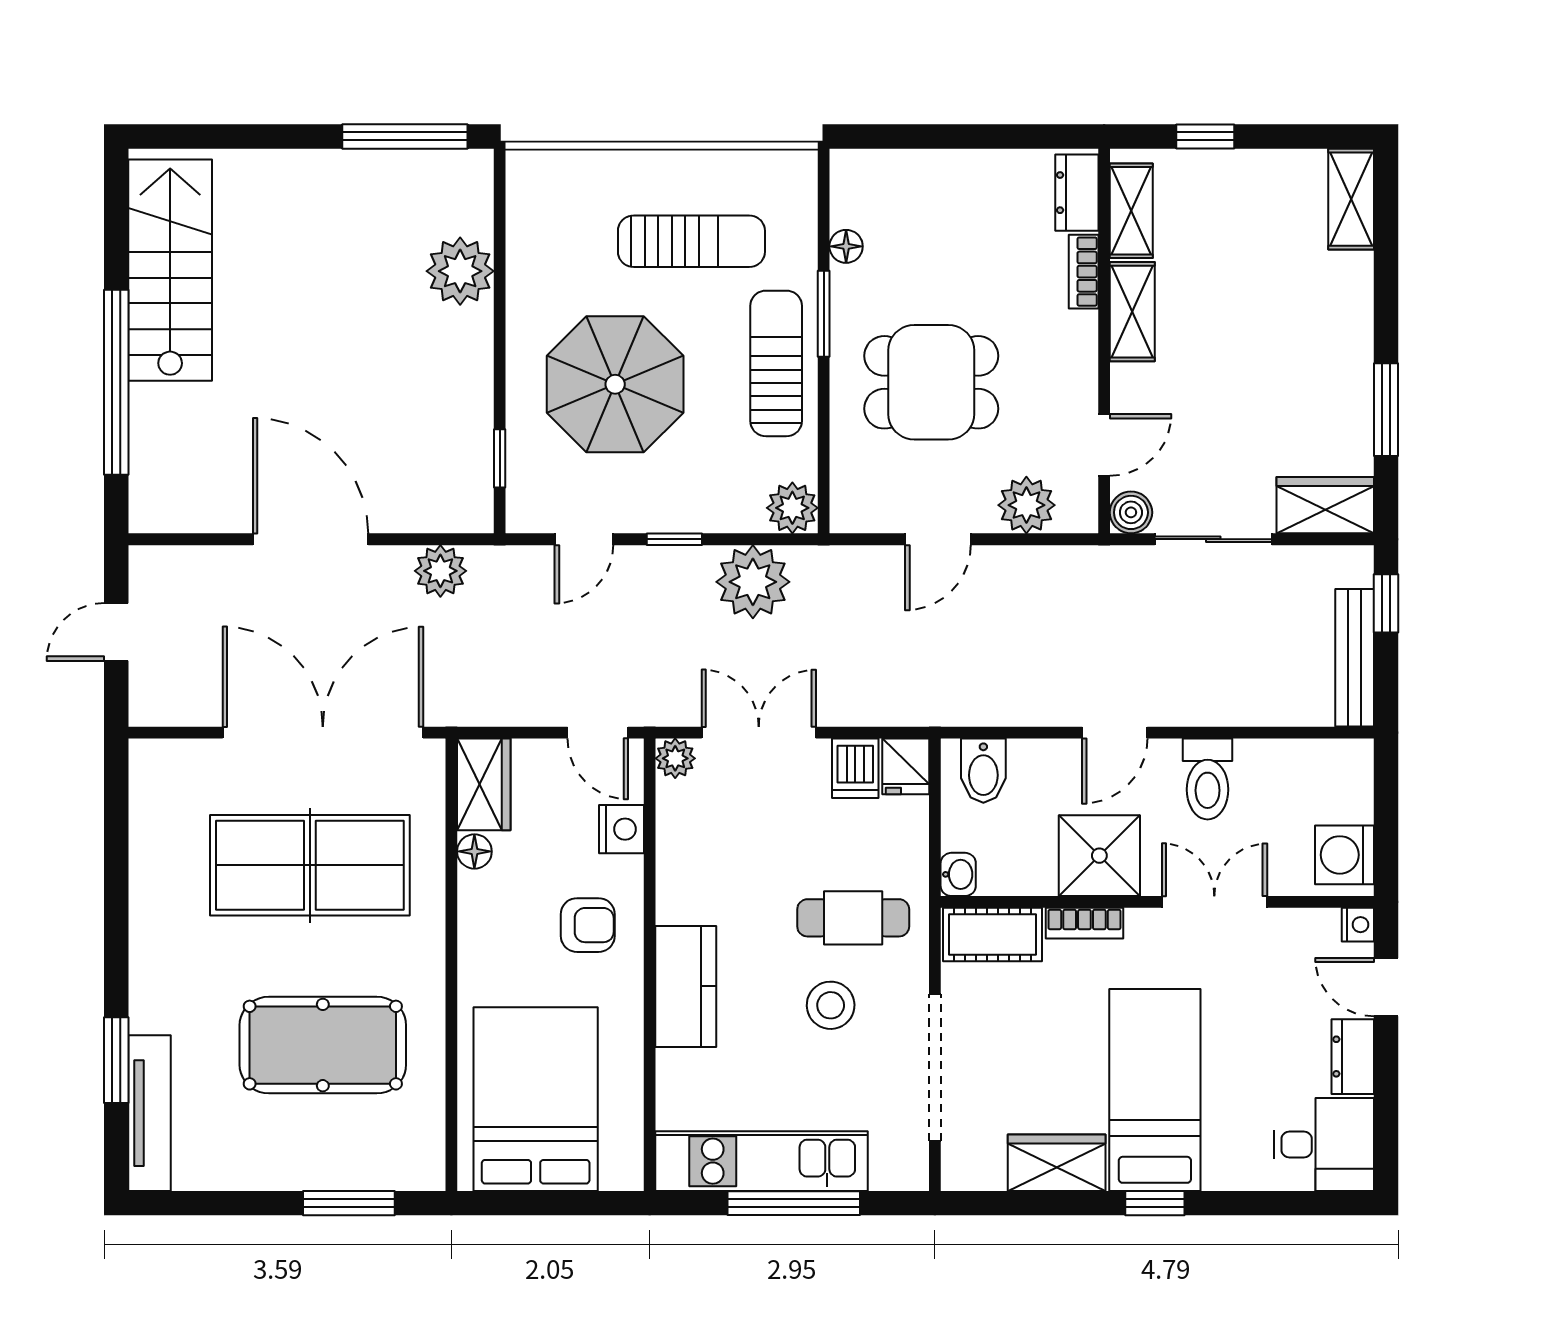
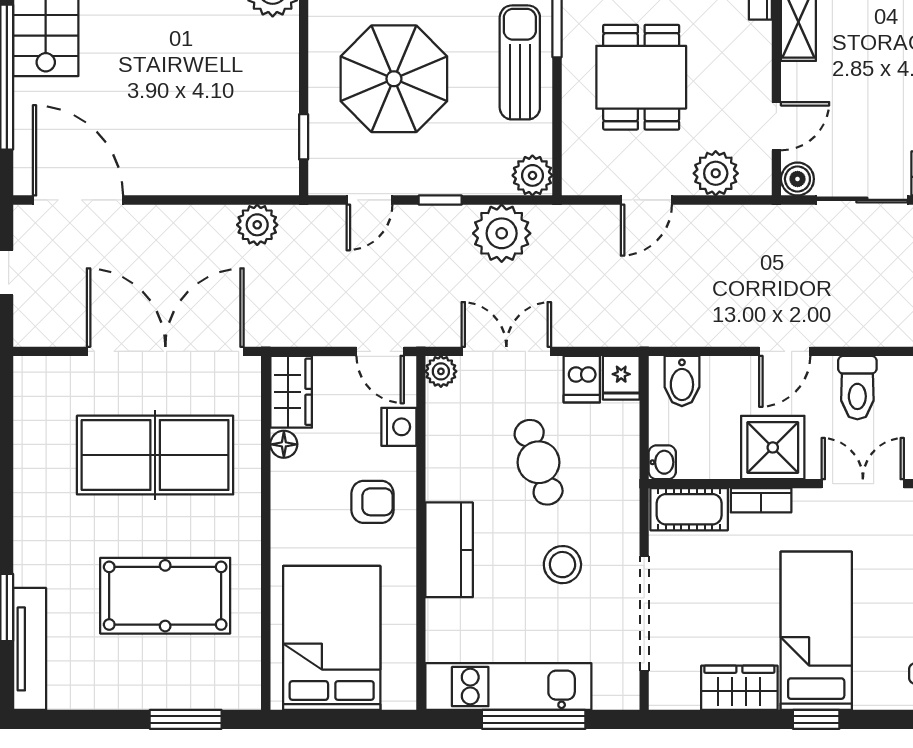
dining table: (931, 382) -> (641, 77), turned 90
door: (311, 539) -> (78, 200), moved
cafe table: (853, 918) -> (539, 462), moved, turned 72

